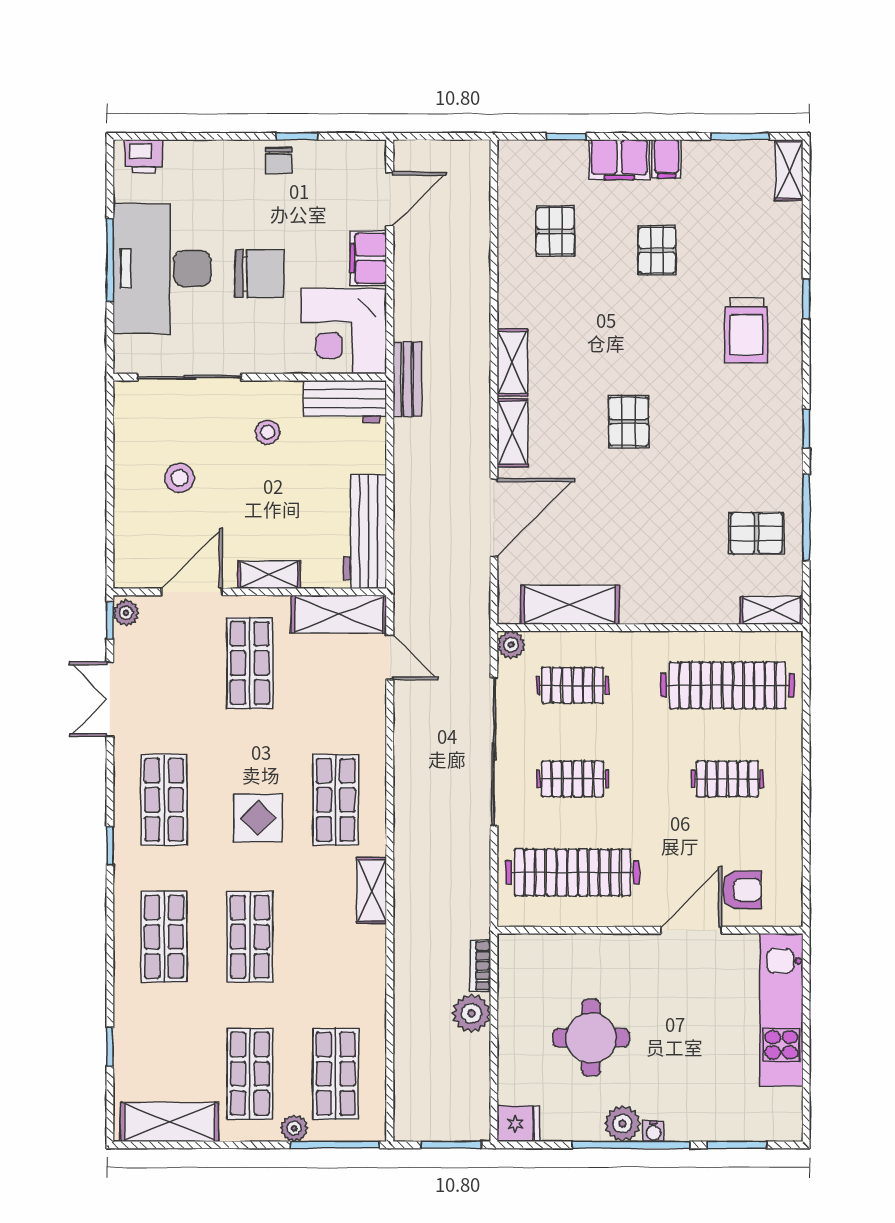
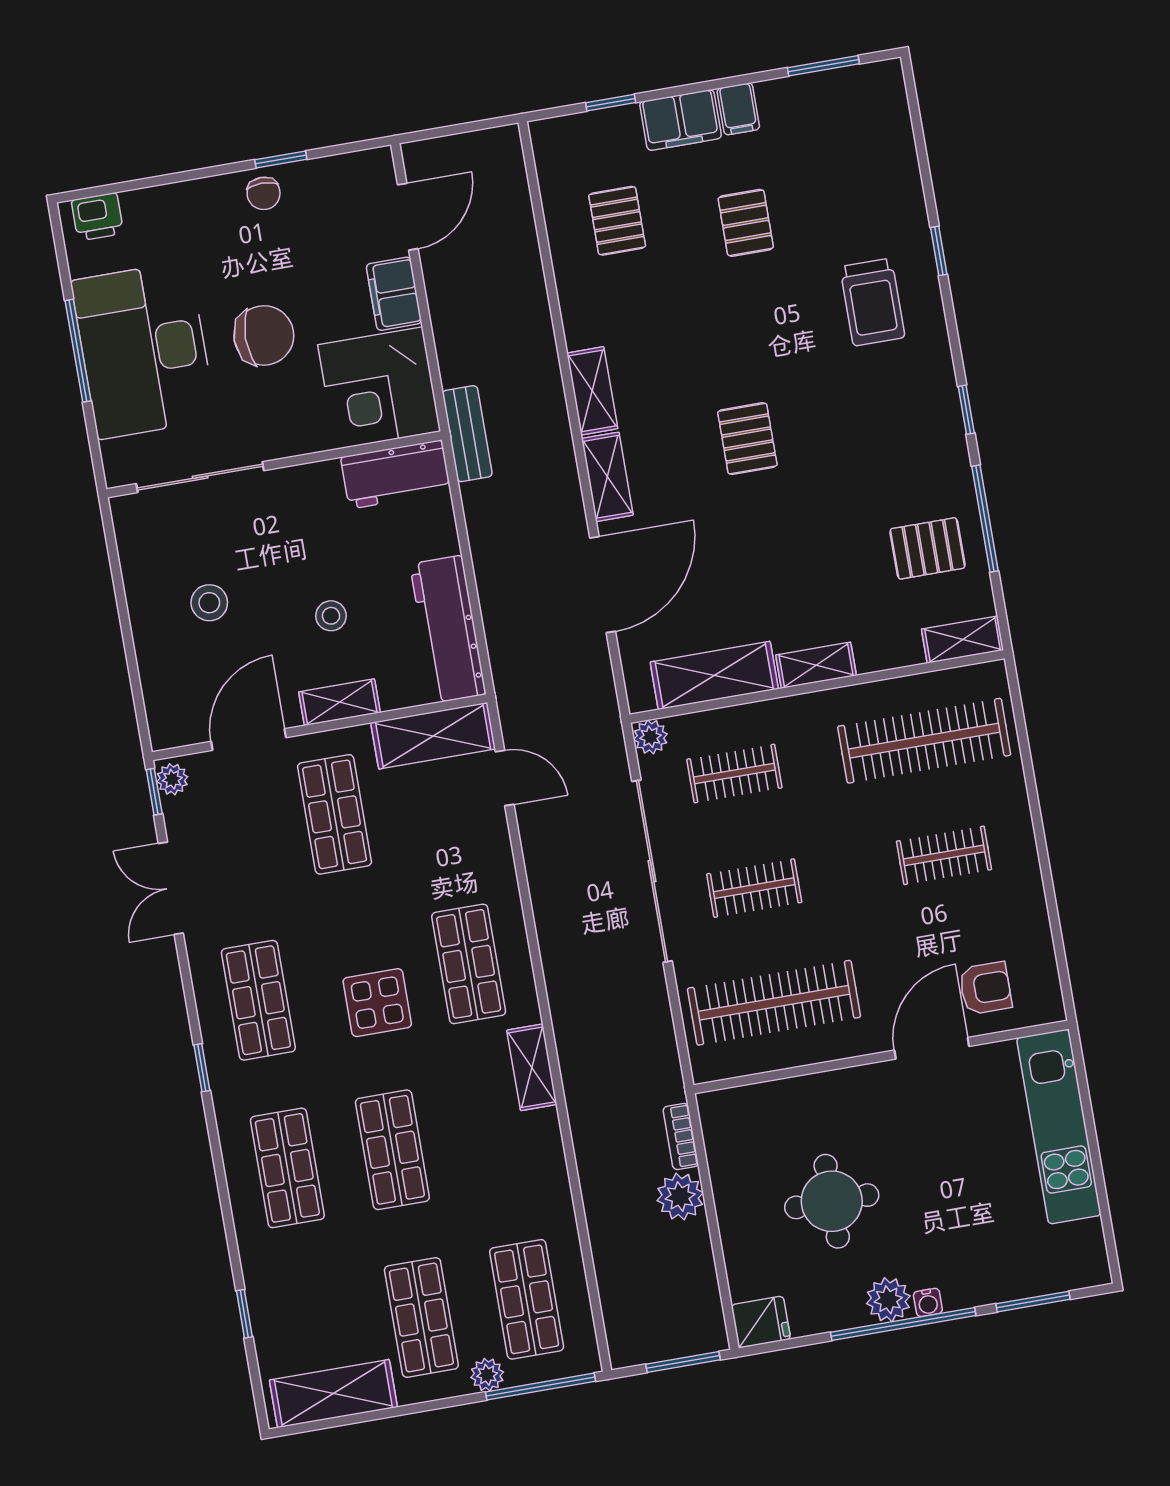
shelving: (789, 170) -> (816, 665), moved, turned 90
stool: (268, 432) -> (331, 616), moved

